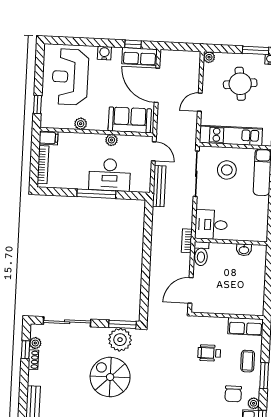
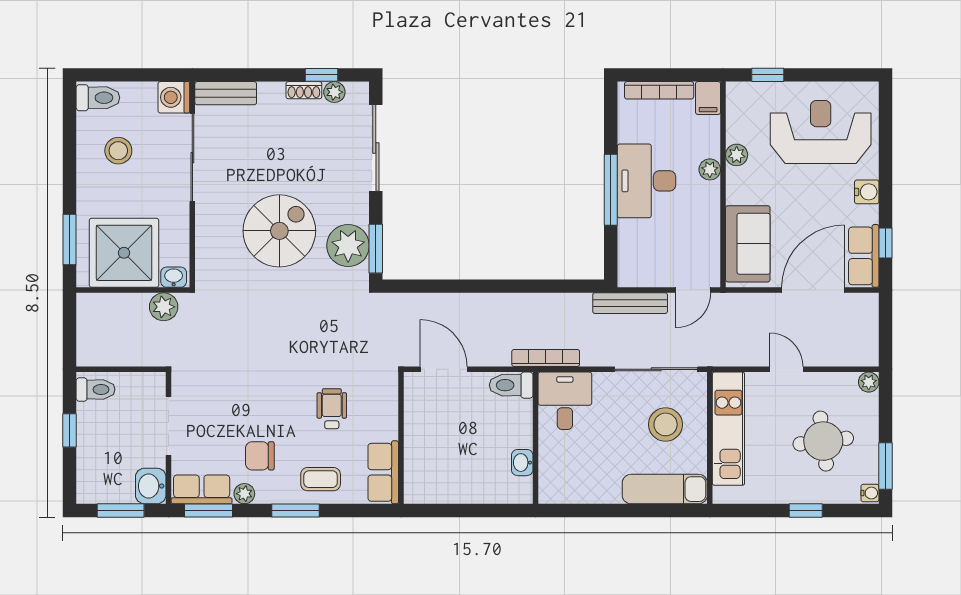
plant: (111, 140) -> (710, 169), moved
desk: (110, 175) -> (646, 181), moved
bookcase: (187, 241) -> (546, 358), width x1.56

